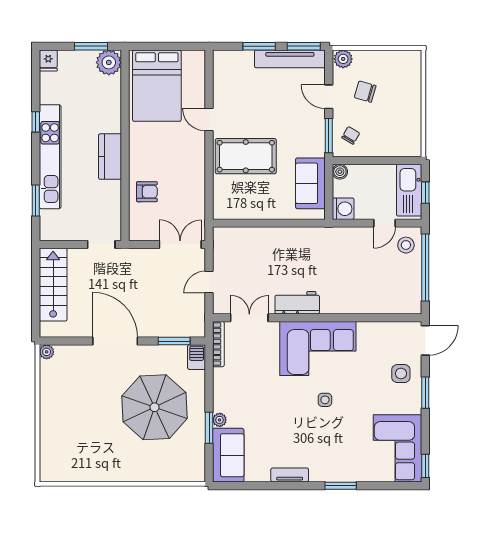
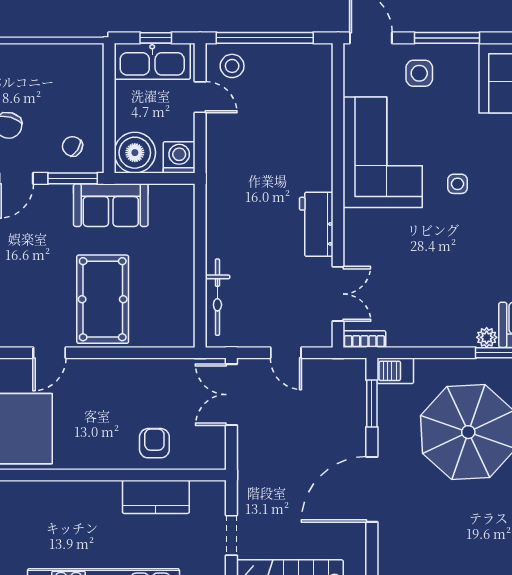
kitchen counter: (110, 157) -> (156, 497), moved
boiler: (340, 172) -> (135, 153), width x1.86, depth x1.86
sofa: (310, 183) -> (111, 205), moved
bicycle: (247, 235) -> (217, 297), added
doorway: (101, 245) -> (231, 535), moved
double door: (249, 318) -> (338, 294), swing flipped
bookcase: (218, 344) -> (364, 339), width x0.64
corner sofa: (318, 348) -> (383, 152), moved
window: (425, 393) -> (447, 38), width x1.44

